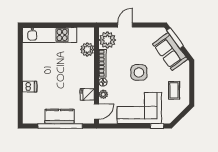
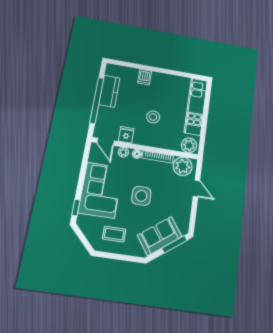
plant: (87, 49) -> (189, 145), moved
stool: (67, 73) -> (153, 117), added
kitchen counter: (60, 116) -> (109, 91), moved

